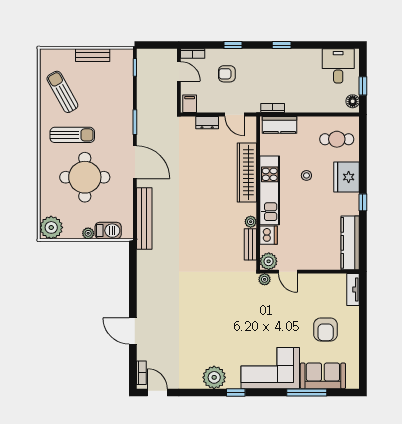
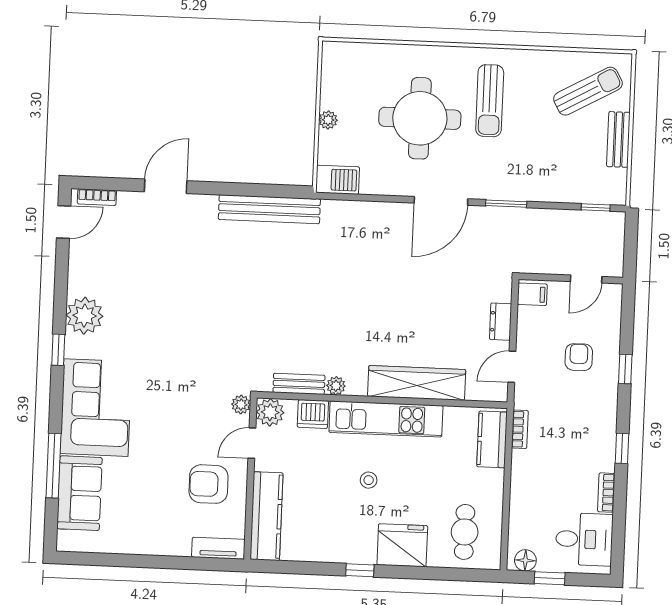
bookcase: (193, 54) -> (606, 493), moved
sun lounger: (62, 92) -> (588, 91), moved
stool: (306, 175) -> (369, 480), moved
bench: (144, 219) -> (269, 209), moved
plant: (51, 227) -> (340, 60), removed
barbecue: (108, 231) -> (338, 180), moved, turned -90
kitchen counter: (350, 243) -> (266, 516), moved, turned 90
armchair: (326, 330) -> (209, 484), moved

